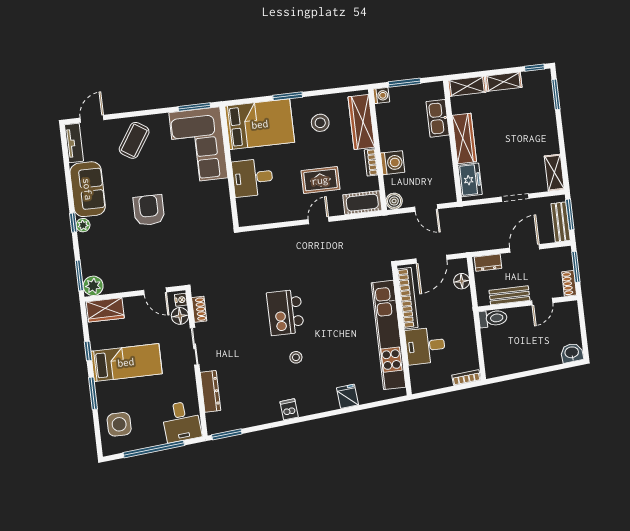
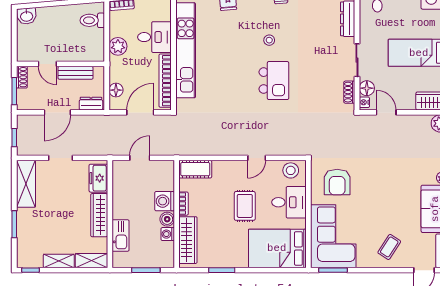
window: (556, 94) -> (14, 224), moved
washing machine: (381, 95) -> (168, 234), moved
window: (288, 96) -> (222, 270), moved
stool: (320, 123) -> (291, 170), moved
coffee table: (134, 140) -> (389, 247), width x0.73, depth x0.77
shelving: (554, 173) -> (26, 184), width x1.50, depth x1.33
rug: (320, 180) -> (245, 206), moved, turned 90
boiler: (394, 201) -> (167, 219), moved
door: (426, 208) -> (140, 158), hinge flipped
armchair: (149, 210) -> (337, 182), moved
window: (570, 215) -> (14, 138), width x0.67
door: (319, 220) -> (257, 158), moved
bench: (561, 222) -> (23, 132), removed
door: (542, 302) -> (47, 64), swing flipped
toilet: (493, 318) -> (92, 20), moved
plant: (465, 331) -> (118, 46), added

